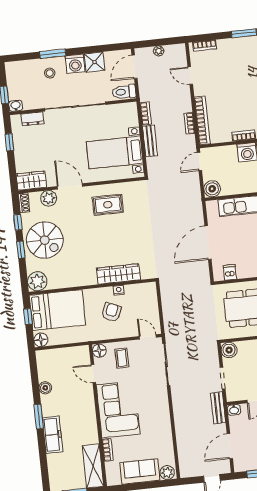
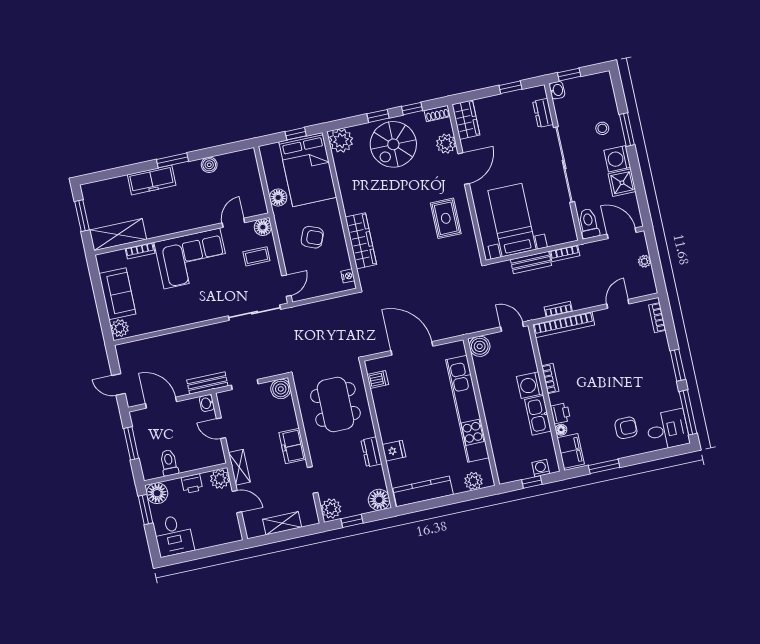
nightstand: (119, 290) -> (348, 276), moved
floor lamp: (41, 340) -> (278, 198), moved

